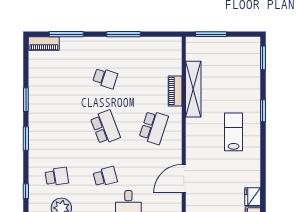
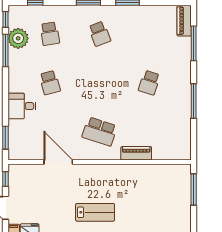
shelving: (193, 89) -> (138, 172), removed
school desk: (105, 127) -> (100, 34), moved, width x0.54
door: (184, 179) -> (58, 162), moved

